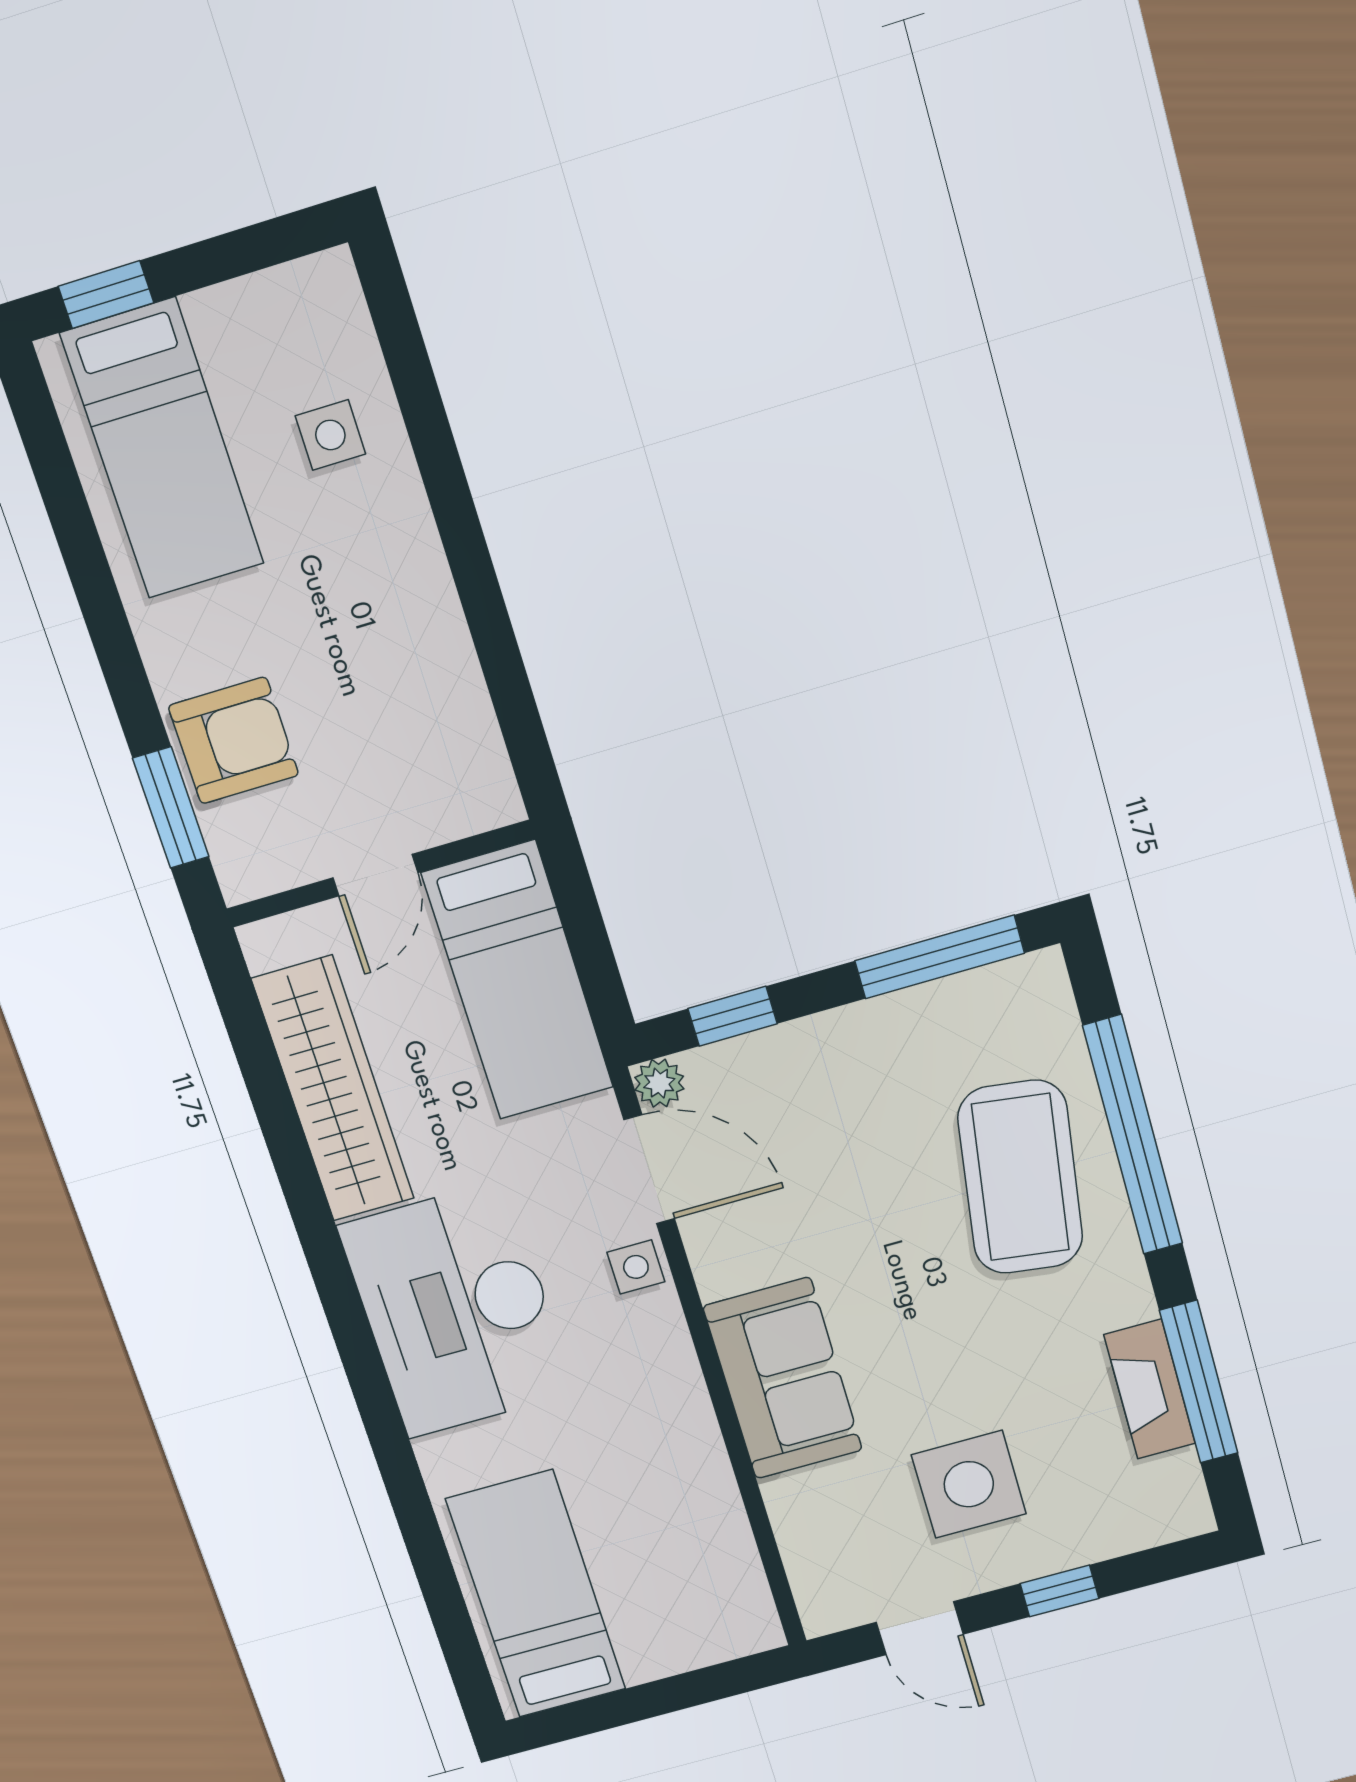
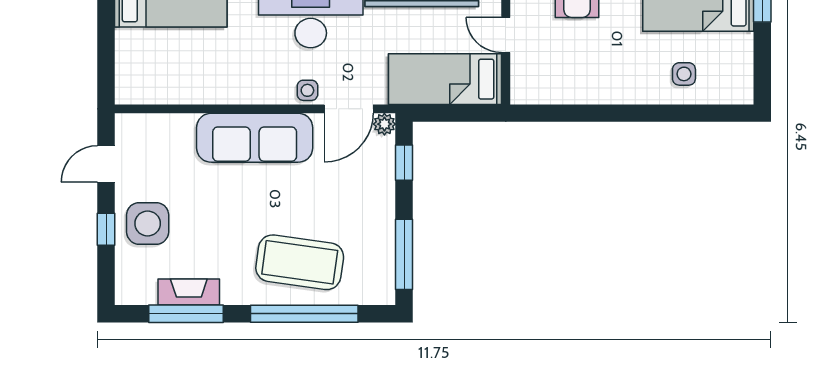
sofa: (783, 1378) -> (255, 138), width x1.36
side table: (969, 1484) -> (148, 223), moved

